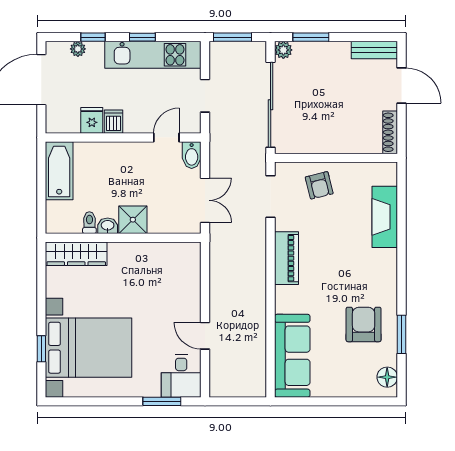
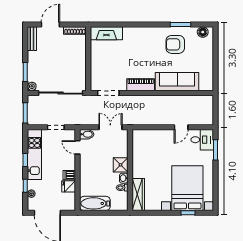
armchair: (319, 185) -> (103, 68), removed
fireplace: (385, 217) -> (106, 33), moved
sofa: (292, 356) -> (177, 82), moved

